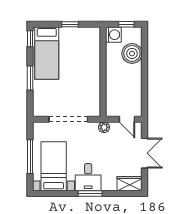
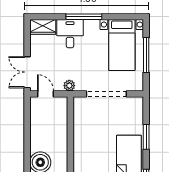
double door: (145, 153) -> (27, 72), moved
desk: (88, 177) -> (70, 34), moved
window: (90, 193) -> (84, 17), width x1.44

